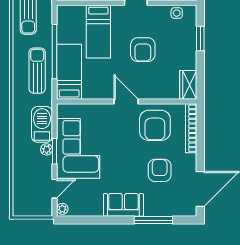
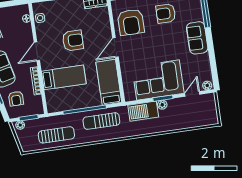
bed: (69, 72) -> (109, 82), moved, turned 90
armchair: (155, 125) -> (131, 22), turned 90
door: (55, 189) -> (192, 94), hinge flipped

